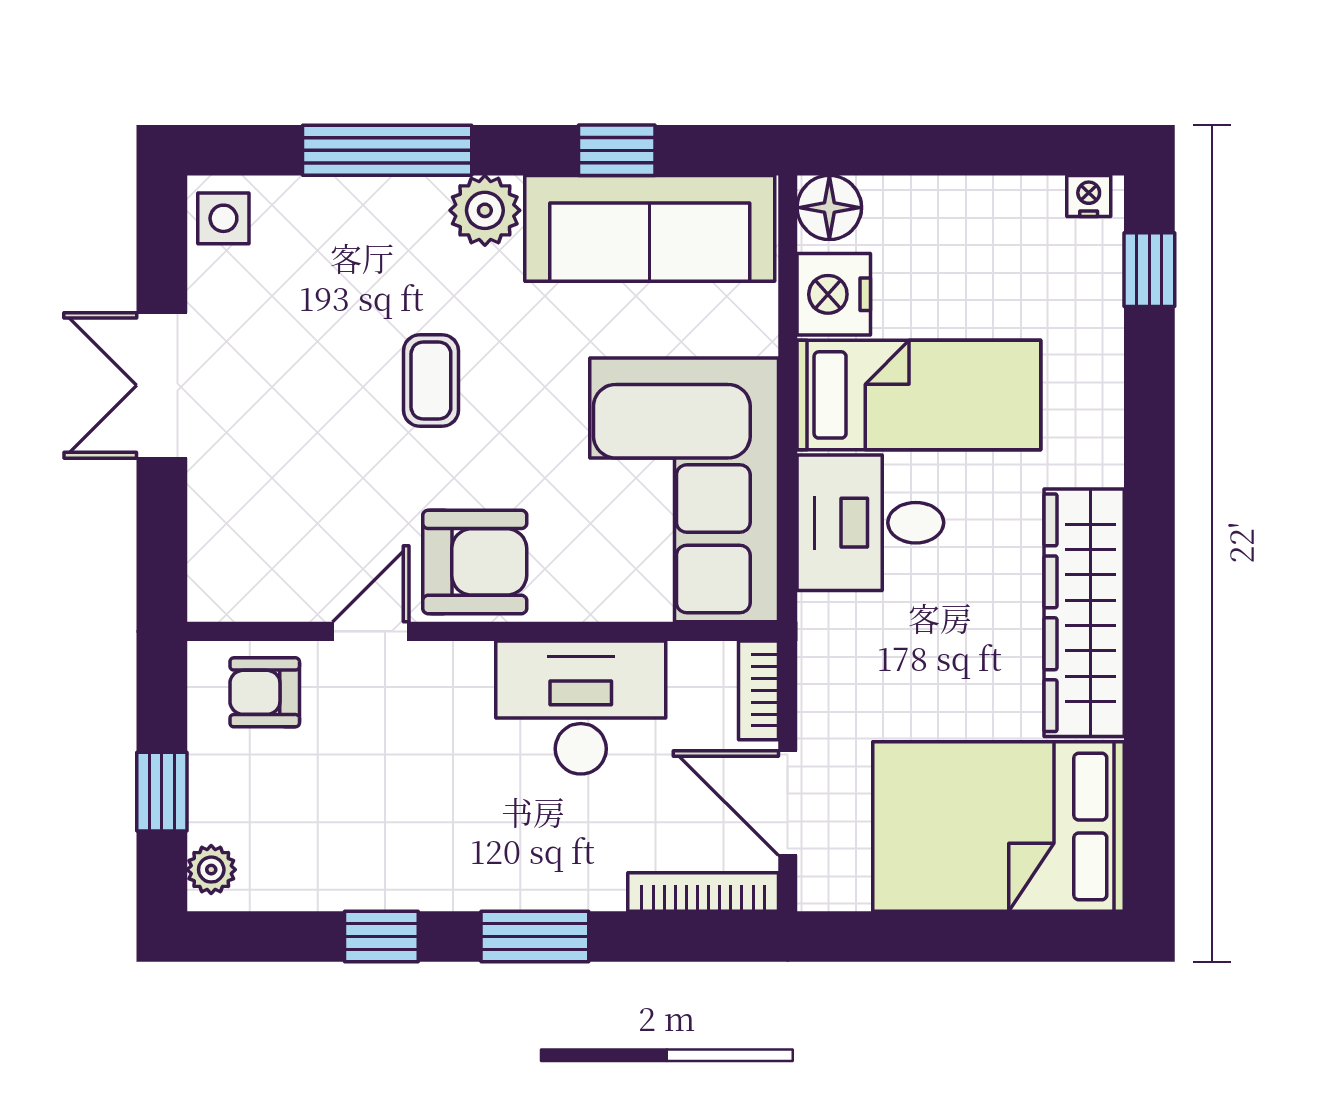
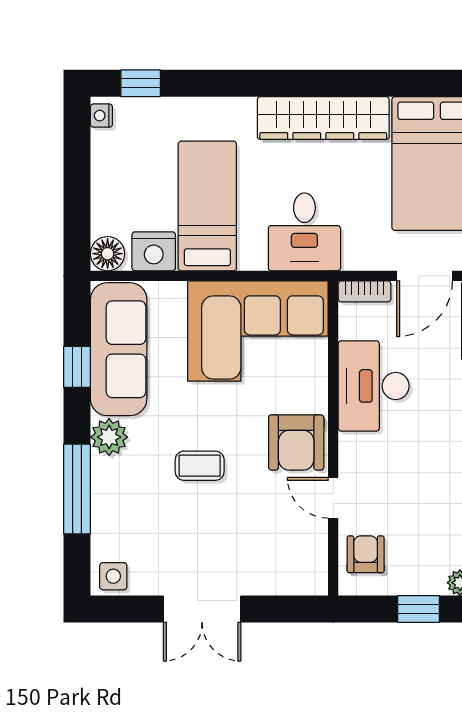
desk: (870, 523) -> (304, 232), moved
armchair: (475, 562) -> (296, 442), turned 180
armchair: (265, 692) -> (366, 554), turned 180

